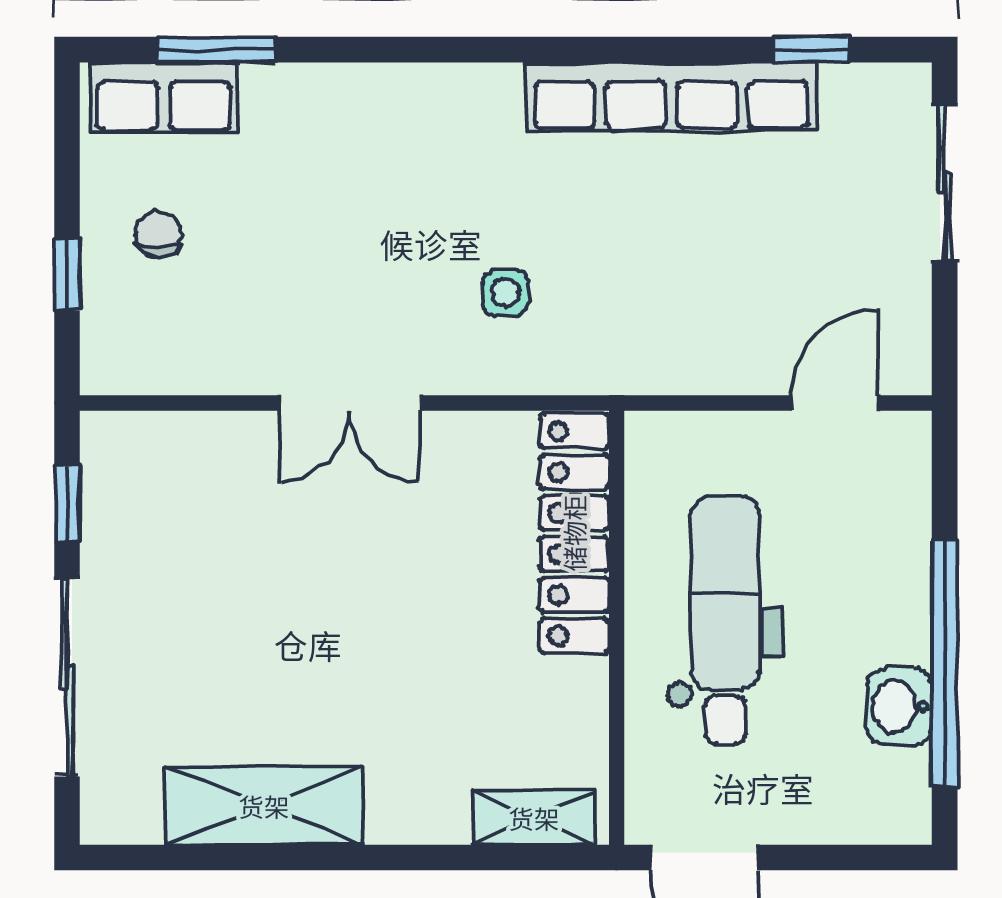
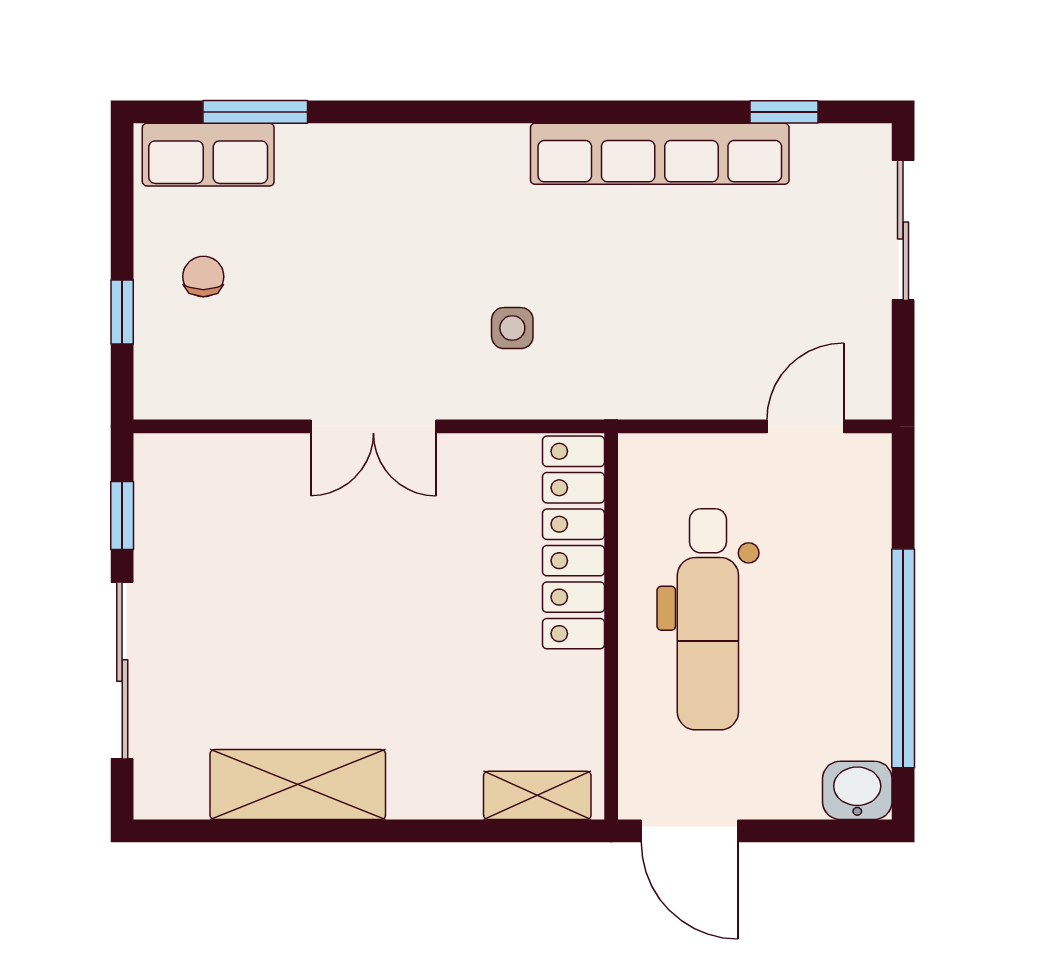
dental chair: (725, 620) -> (708, 619), turned 180
washbasin: (899, 707) -> (857, 790), moved, turned 90

